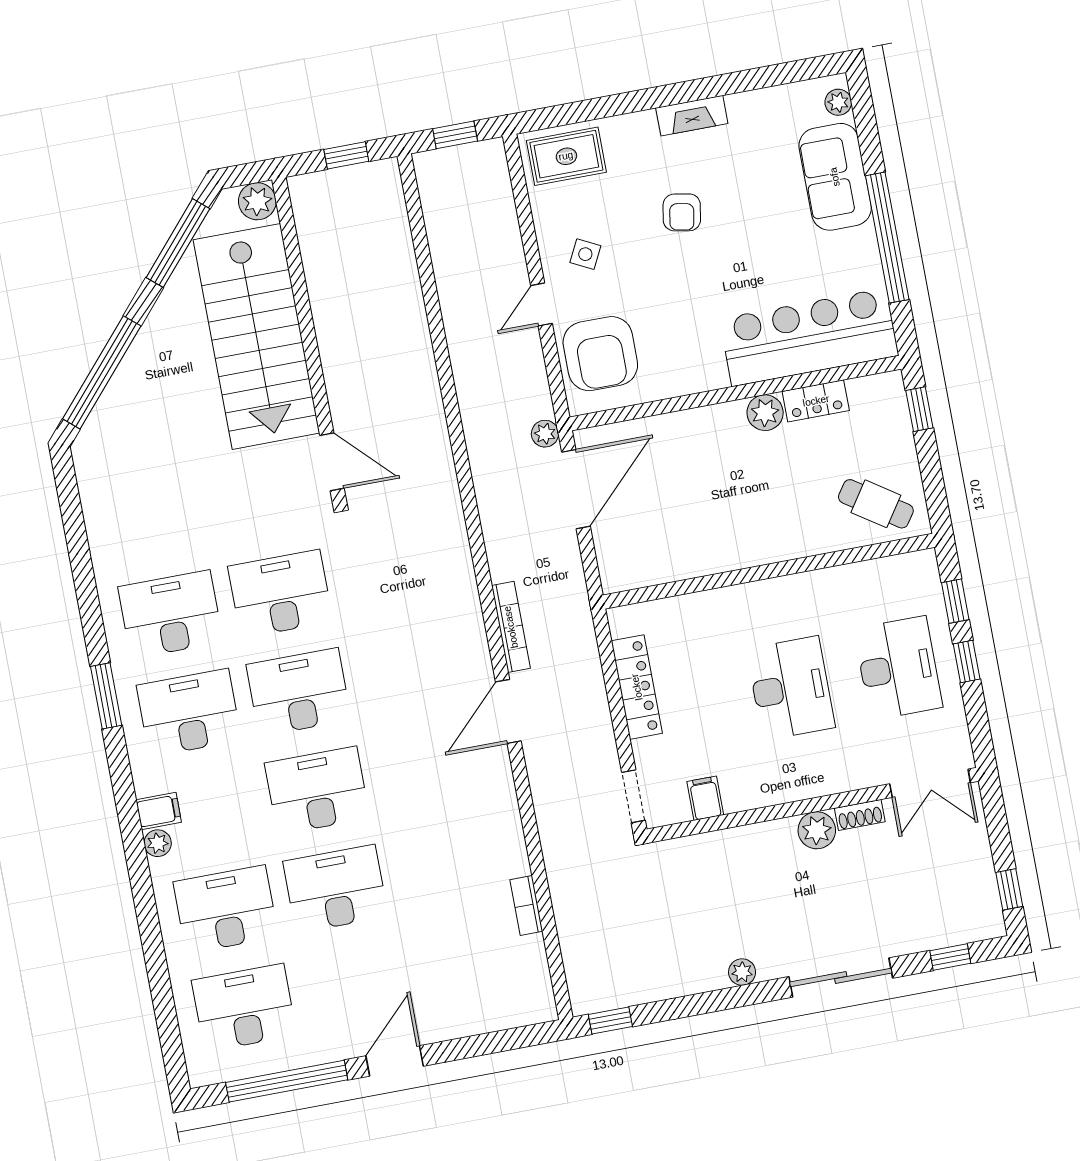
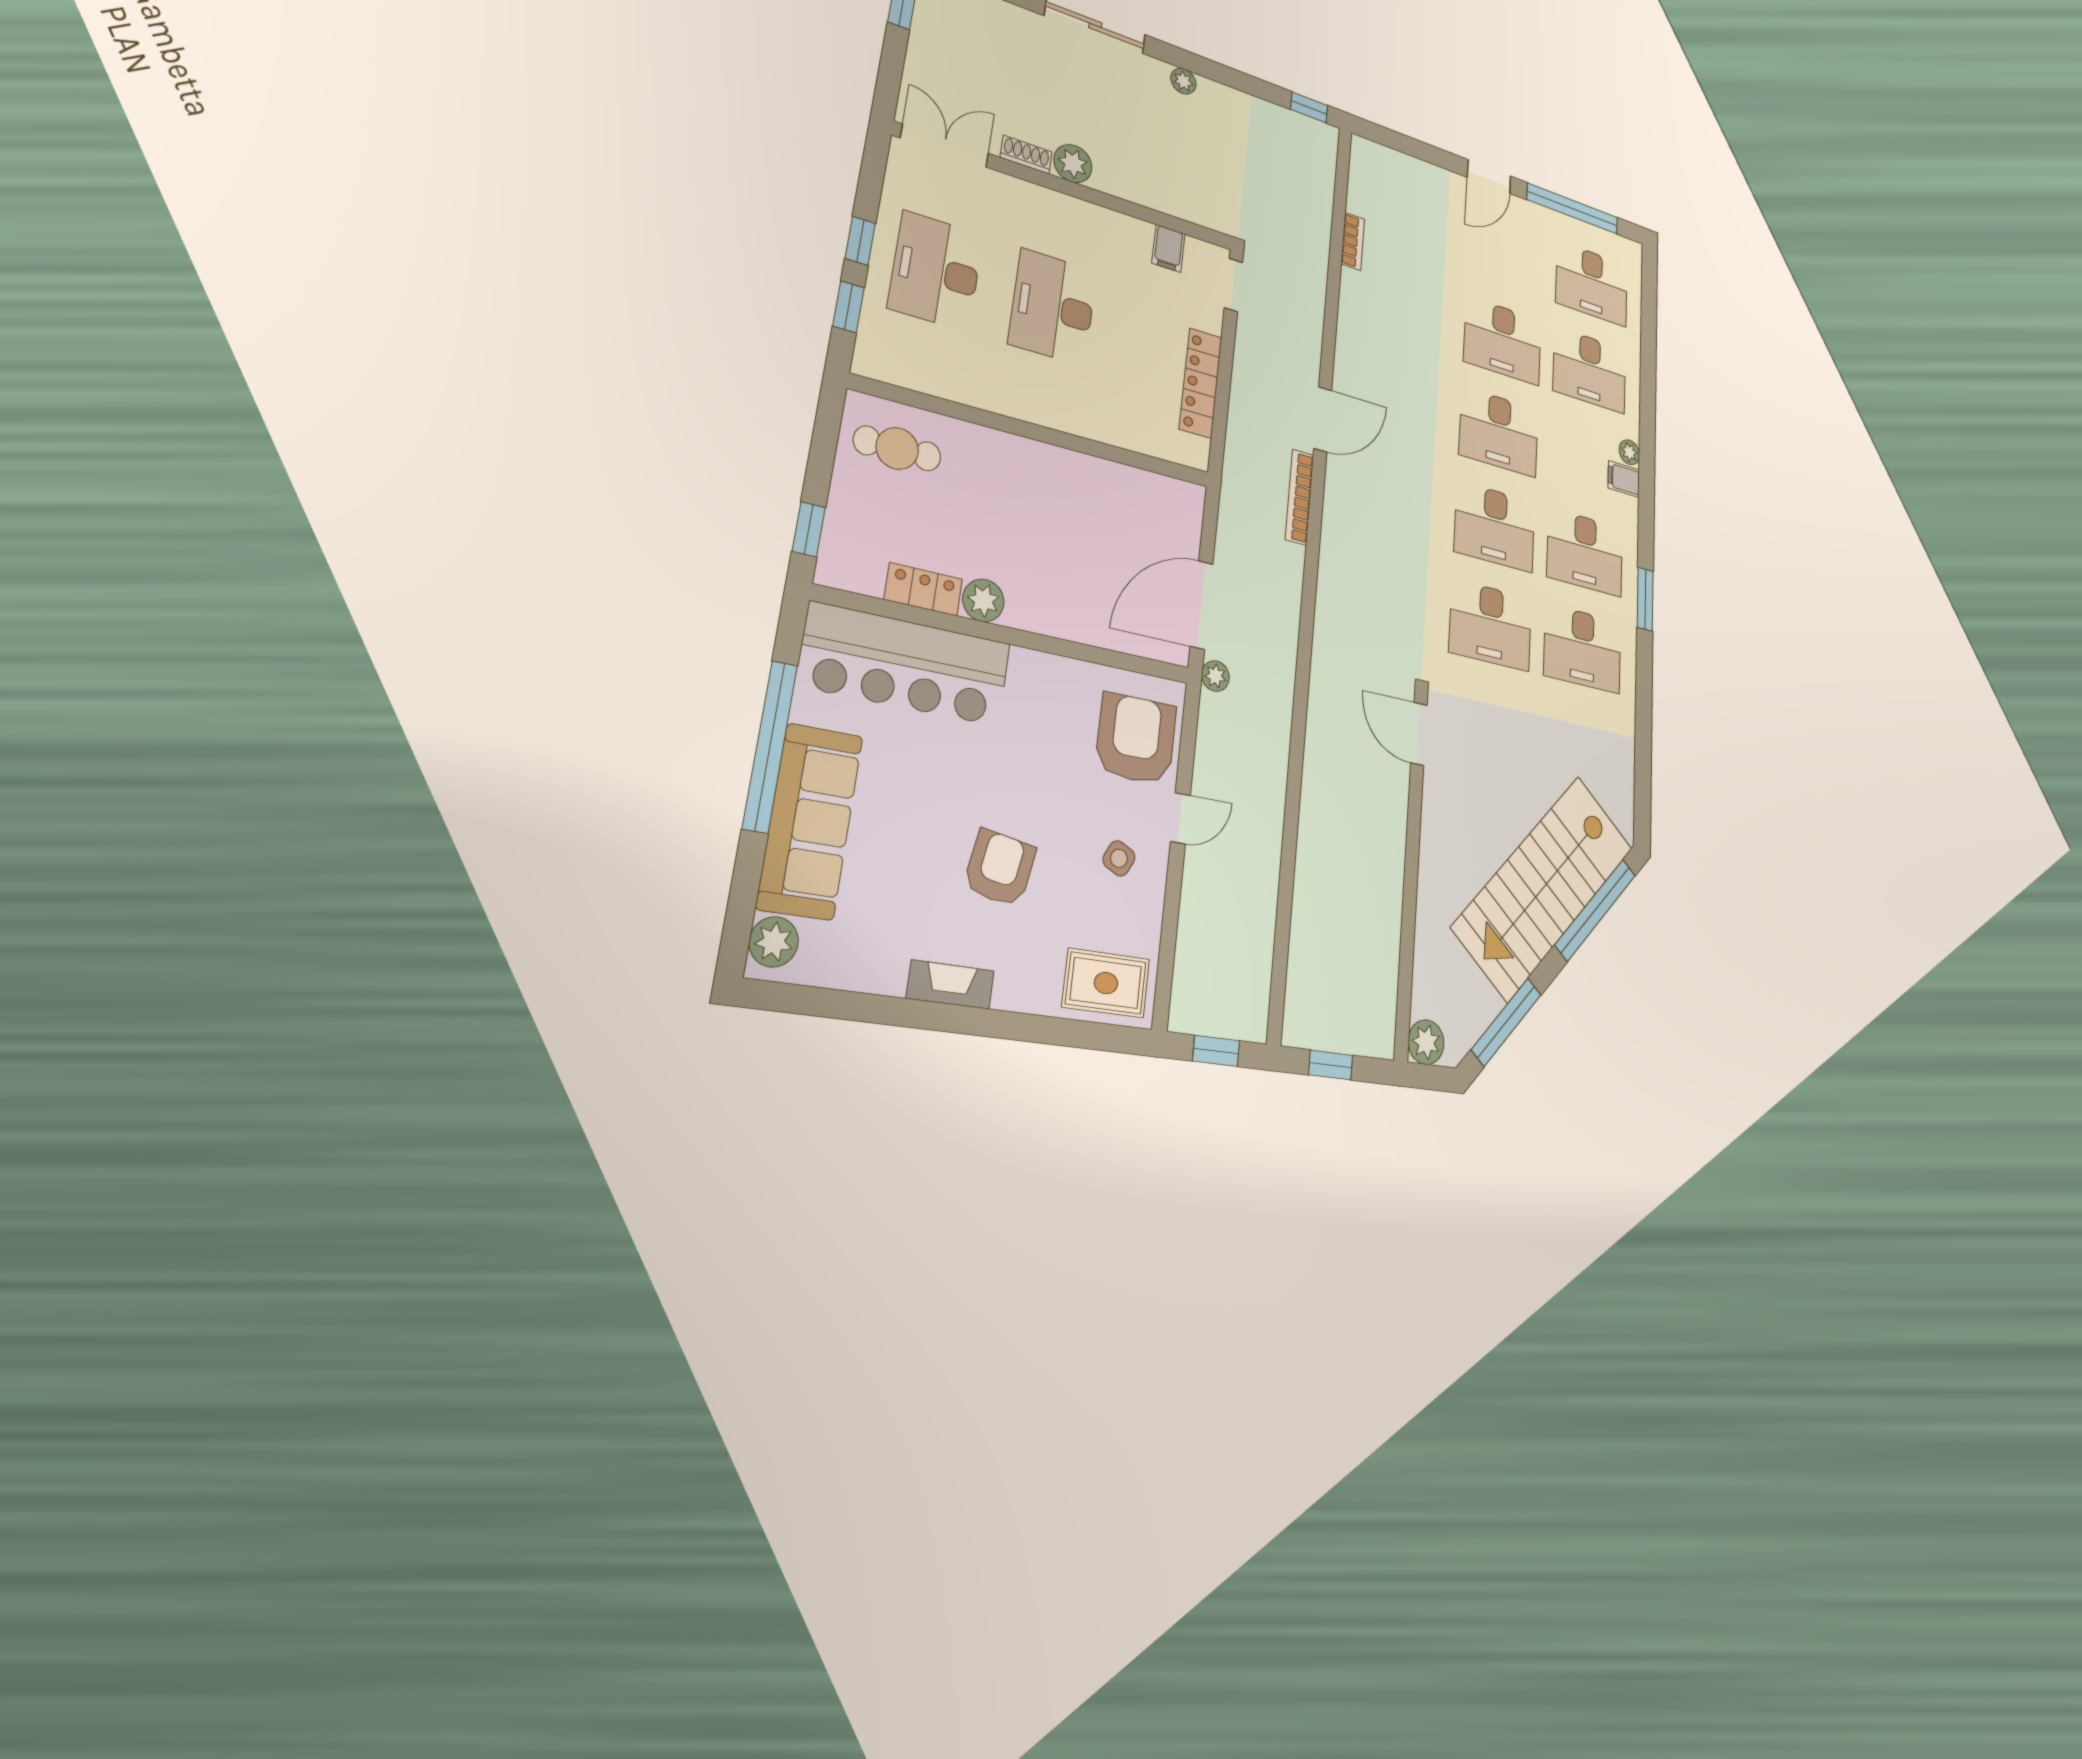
plant: (838, 102) -> (774, 942), width x1.38, depth x1.38
sofa: (835, 177) -> (810, 821), width x1.36
armchair: (682, 212) -> (1000, 868), width x1.38, depth x1.38
stairs: (256, 336) -> (1544, 887), moved, turned -139
cafe table: (876, 504) -> (897, 448), turned -34

